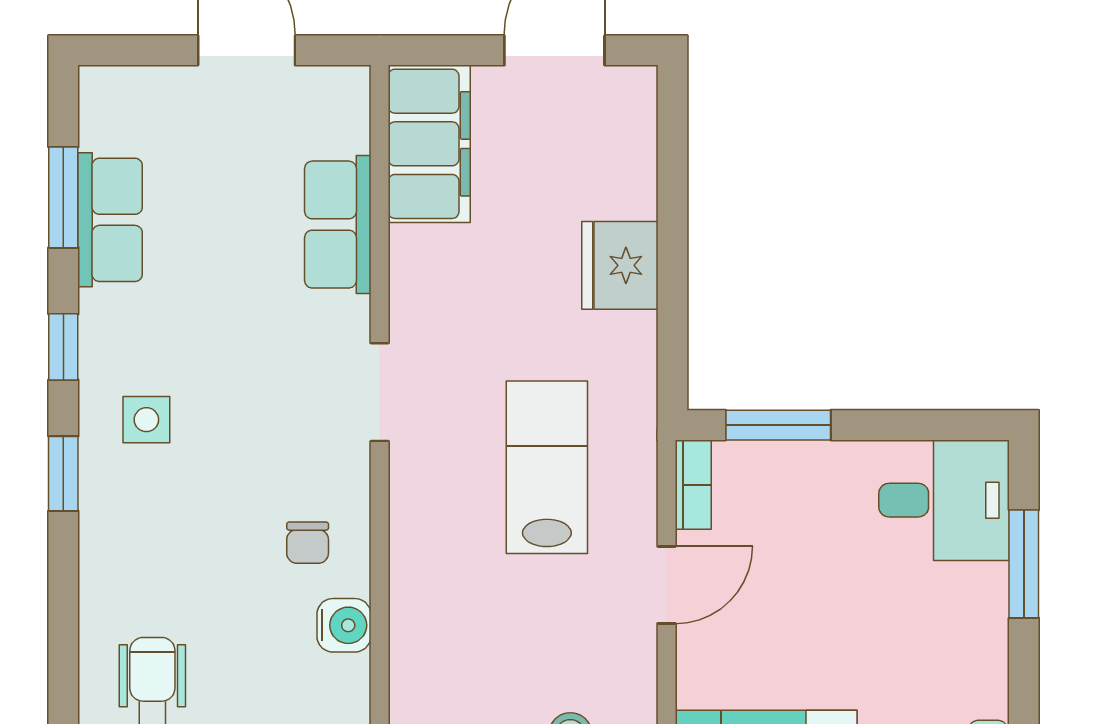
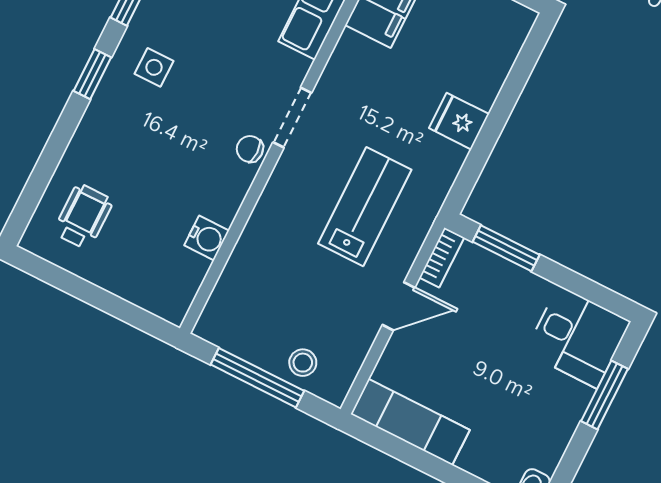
fridge: (620, 265) -> (459, 121), width x0.72
chair: (308, 543) -> (250, 149), moved, turned 90

